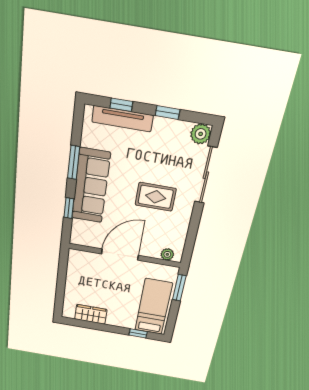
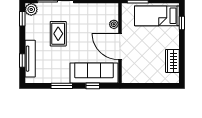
window: (168, 113) -> (22, 19), moved
sofa: (91, 186) -> (94, 73), moved
rug: (156, 197) -> (58, 34), moved
plant: (167, 254) -> (114, 24), moved

